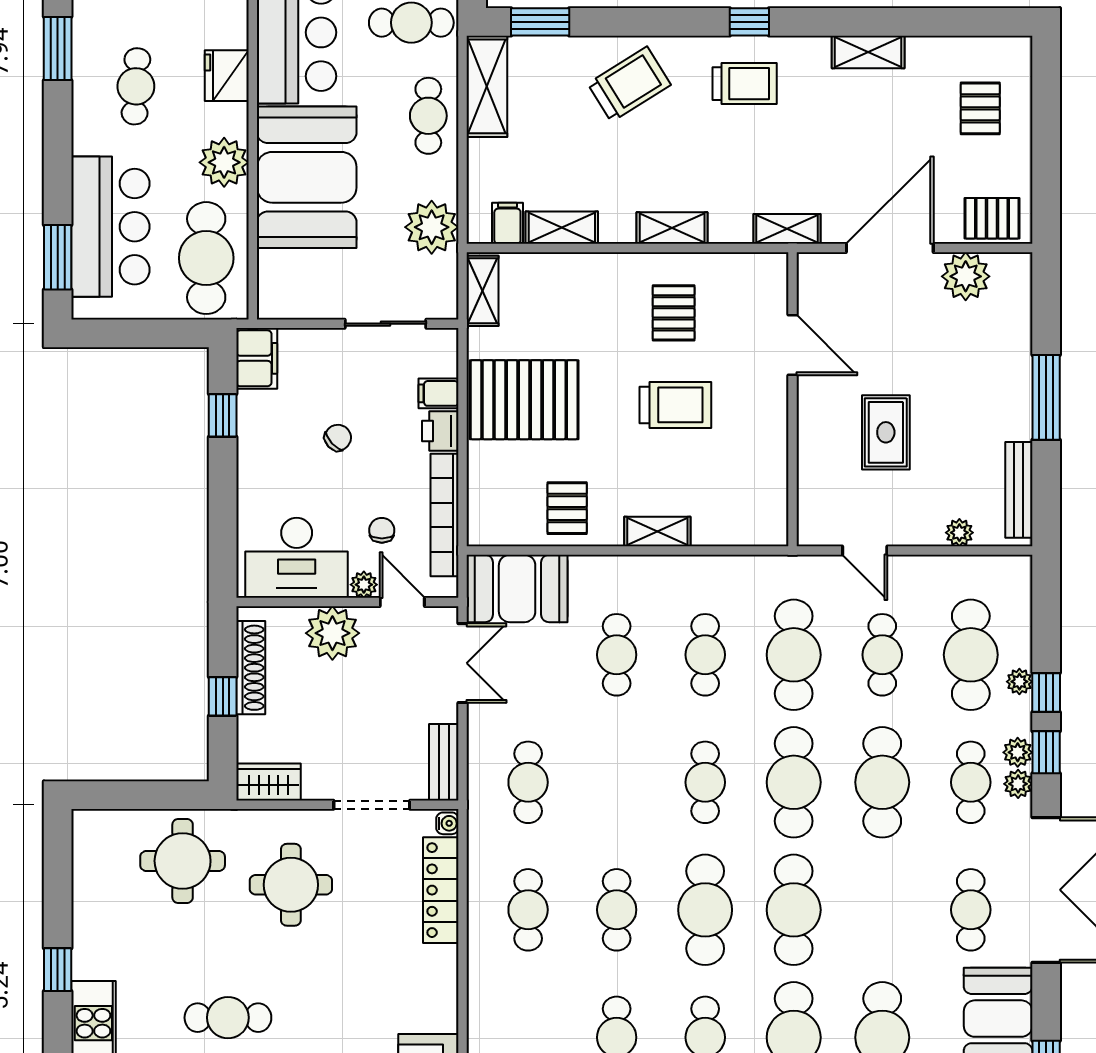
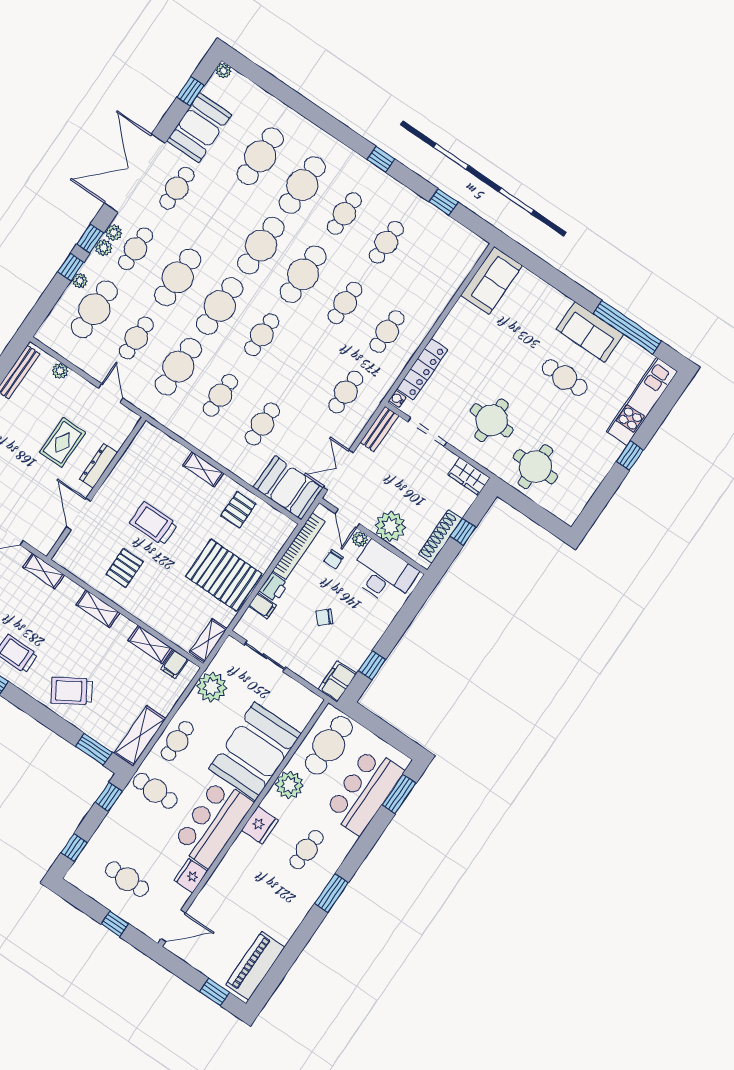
dresser: (811, 434) -> (98, 466), added

